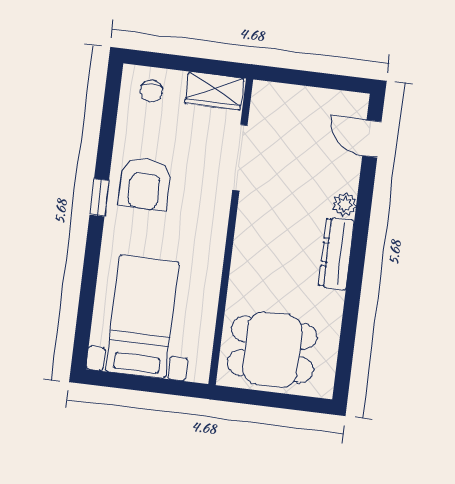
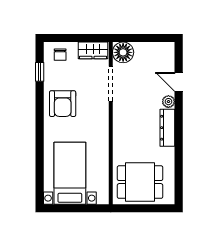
floor lamp: (270, 101) -> (123, 52), added
door: (372, 139) -> (179, 82), moved
window: (99, 197) -> (40, 72), moved

